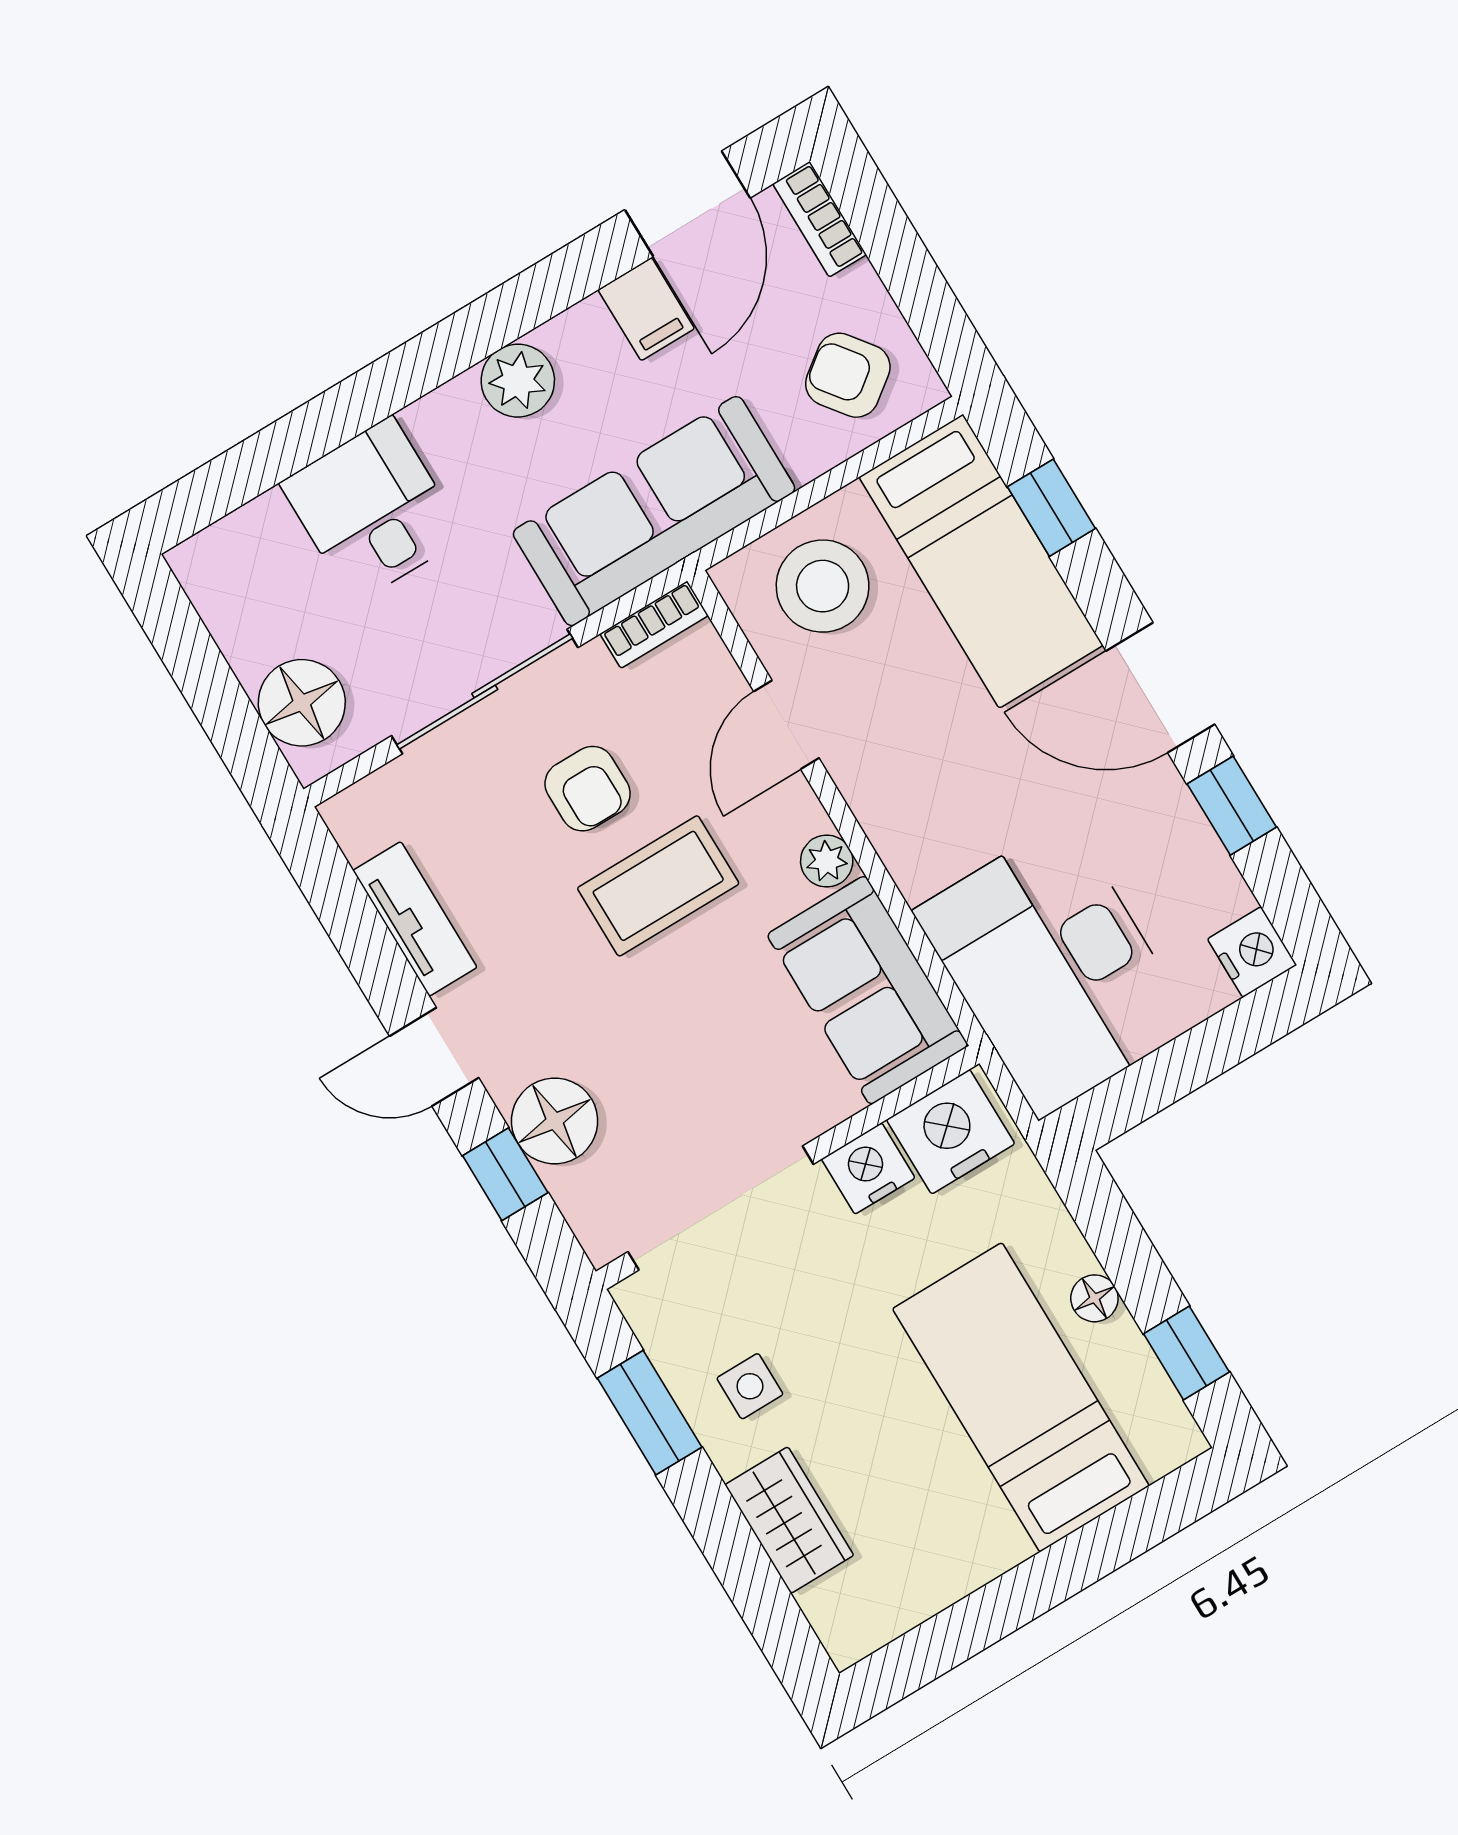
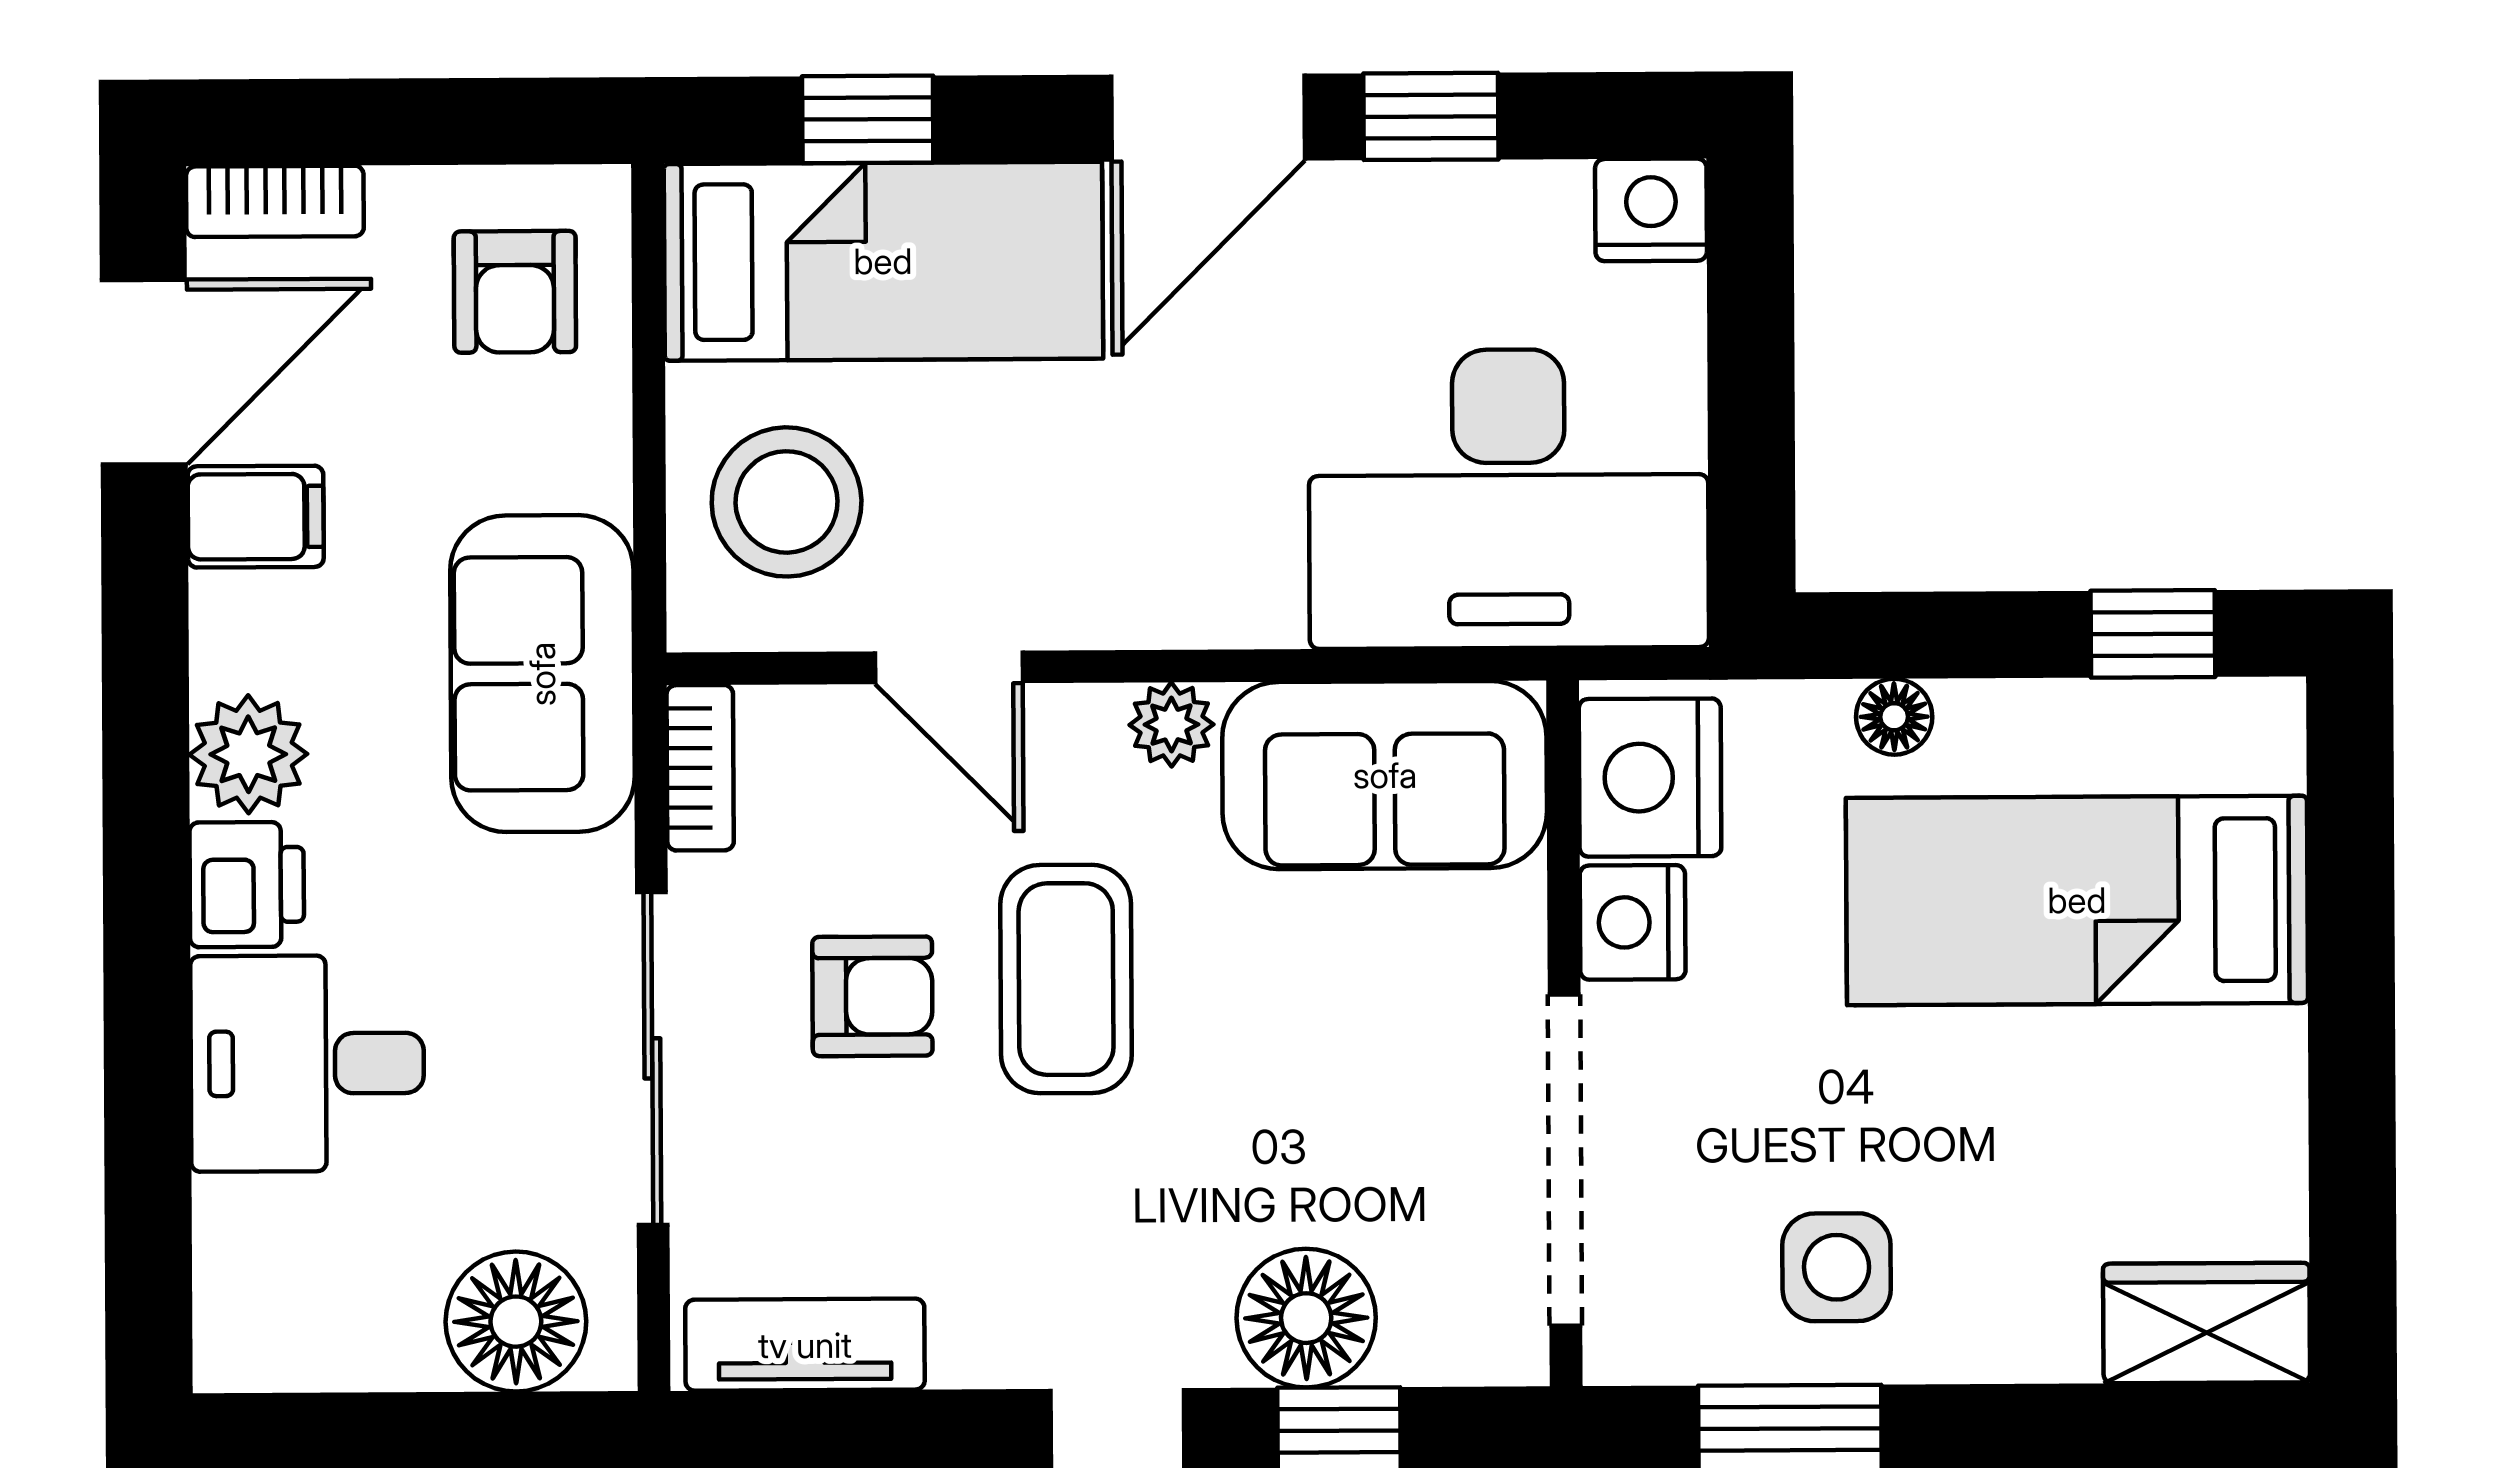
door: (687, 204) -> (144, 372), hinge flipped
armchair: (848, 375) -> (515, 292), turned -53
printer: (448, 421) -> (247, 885), added
sofa: (654, 511) -> (542, 674), width x0.73
tv unit: (415, 919) -> (805, 1345), moved
floor lamp: (1094, 1298) -> (1894, 717), moved
side table: (750, 1386) -> (1837, 1267), width x1.37, depth x1.37
wardrobe: (789, 1520) -> (2207, 1323), moved

